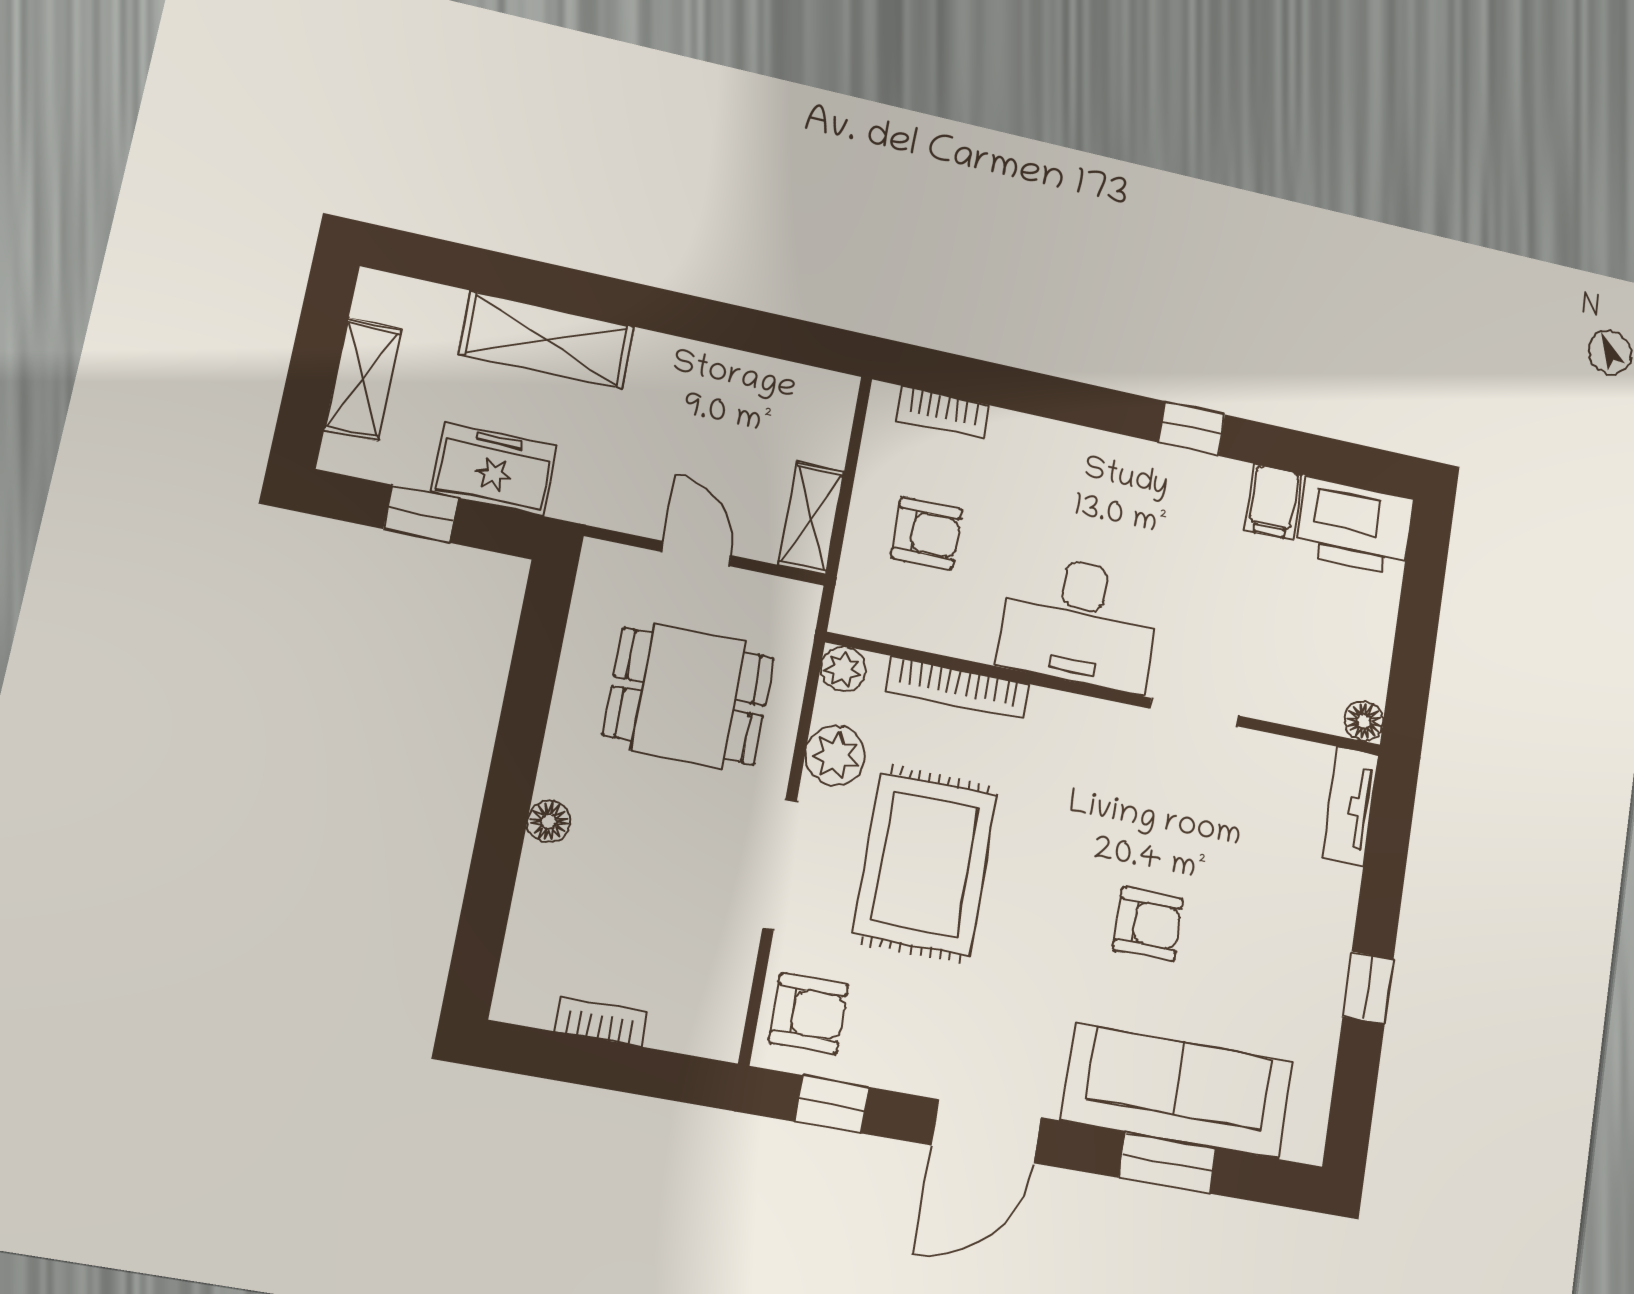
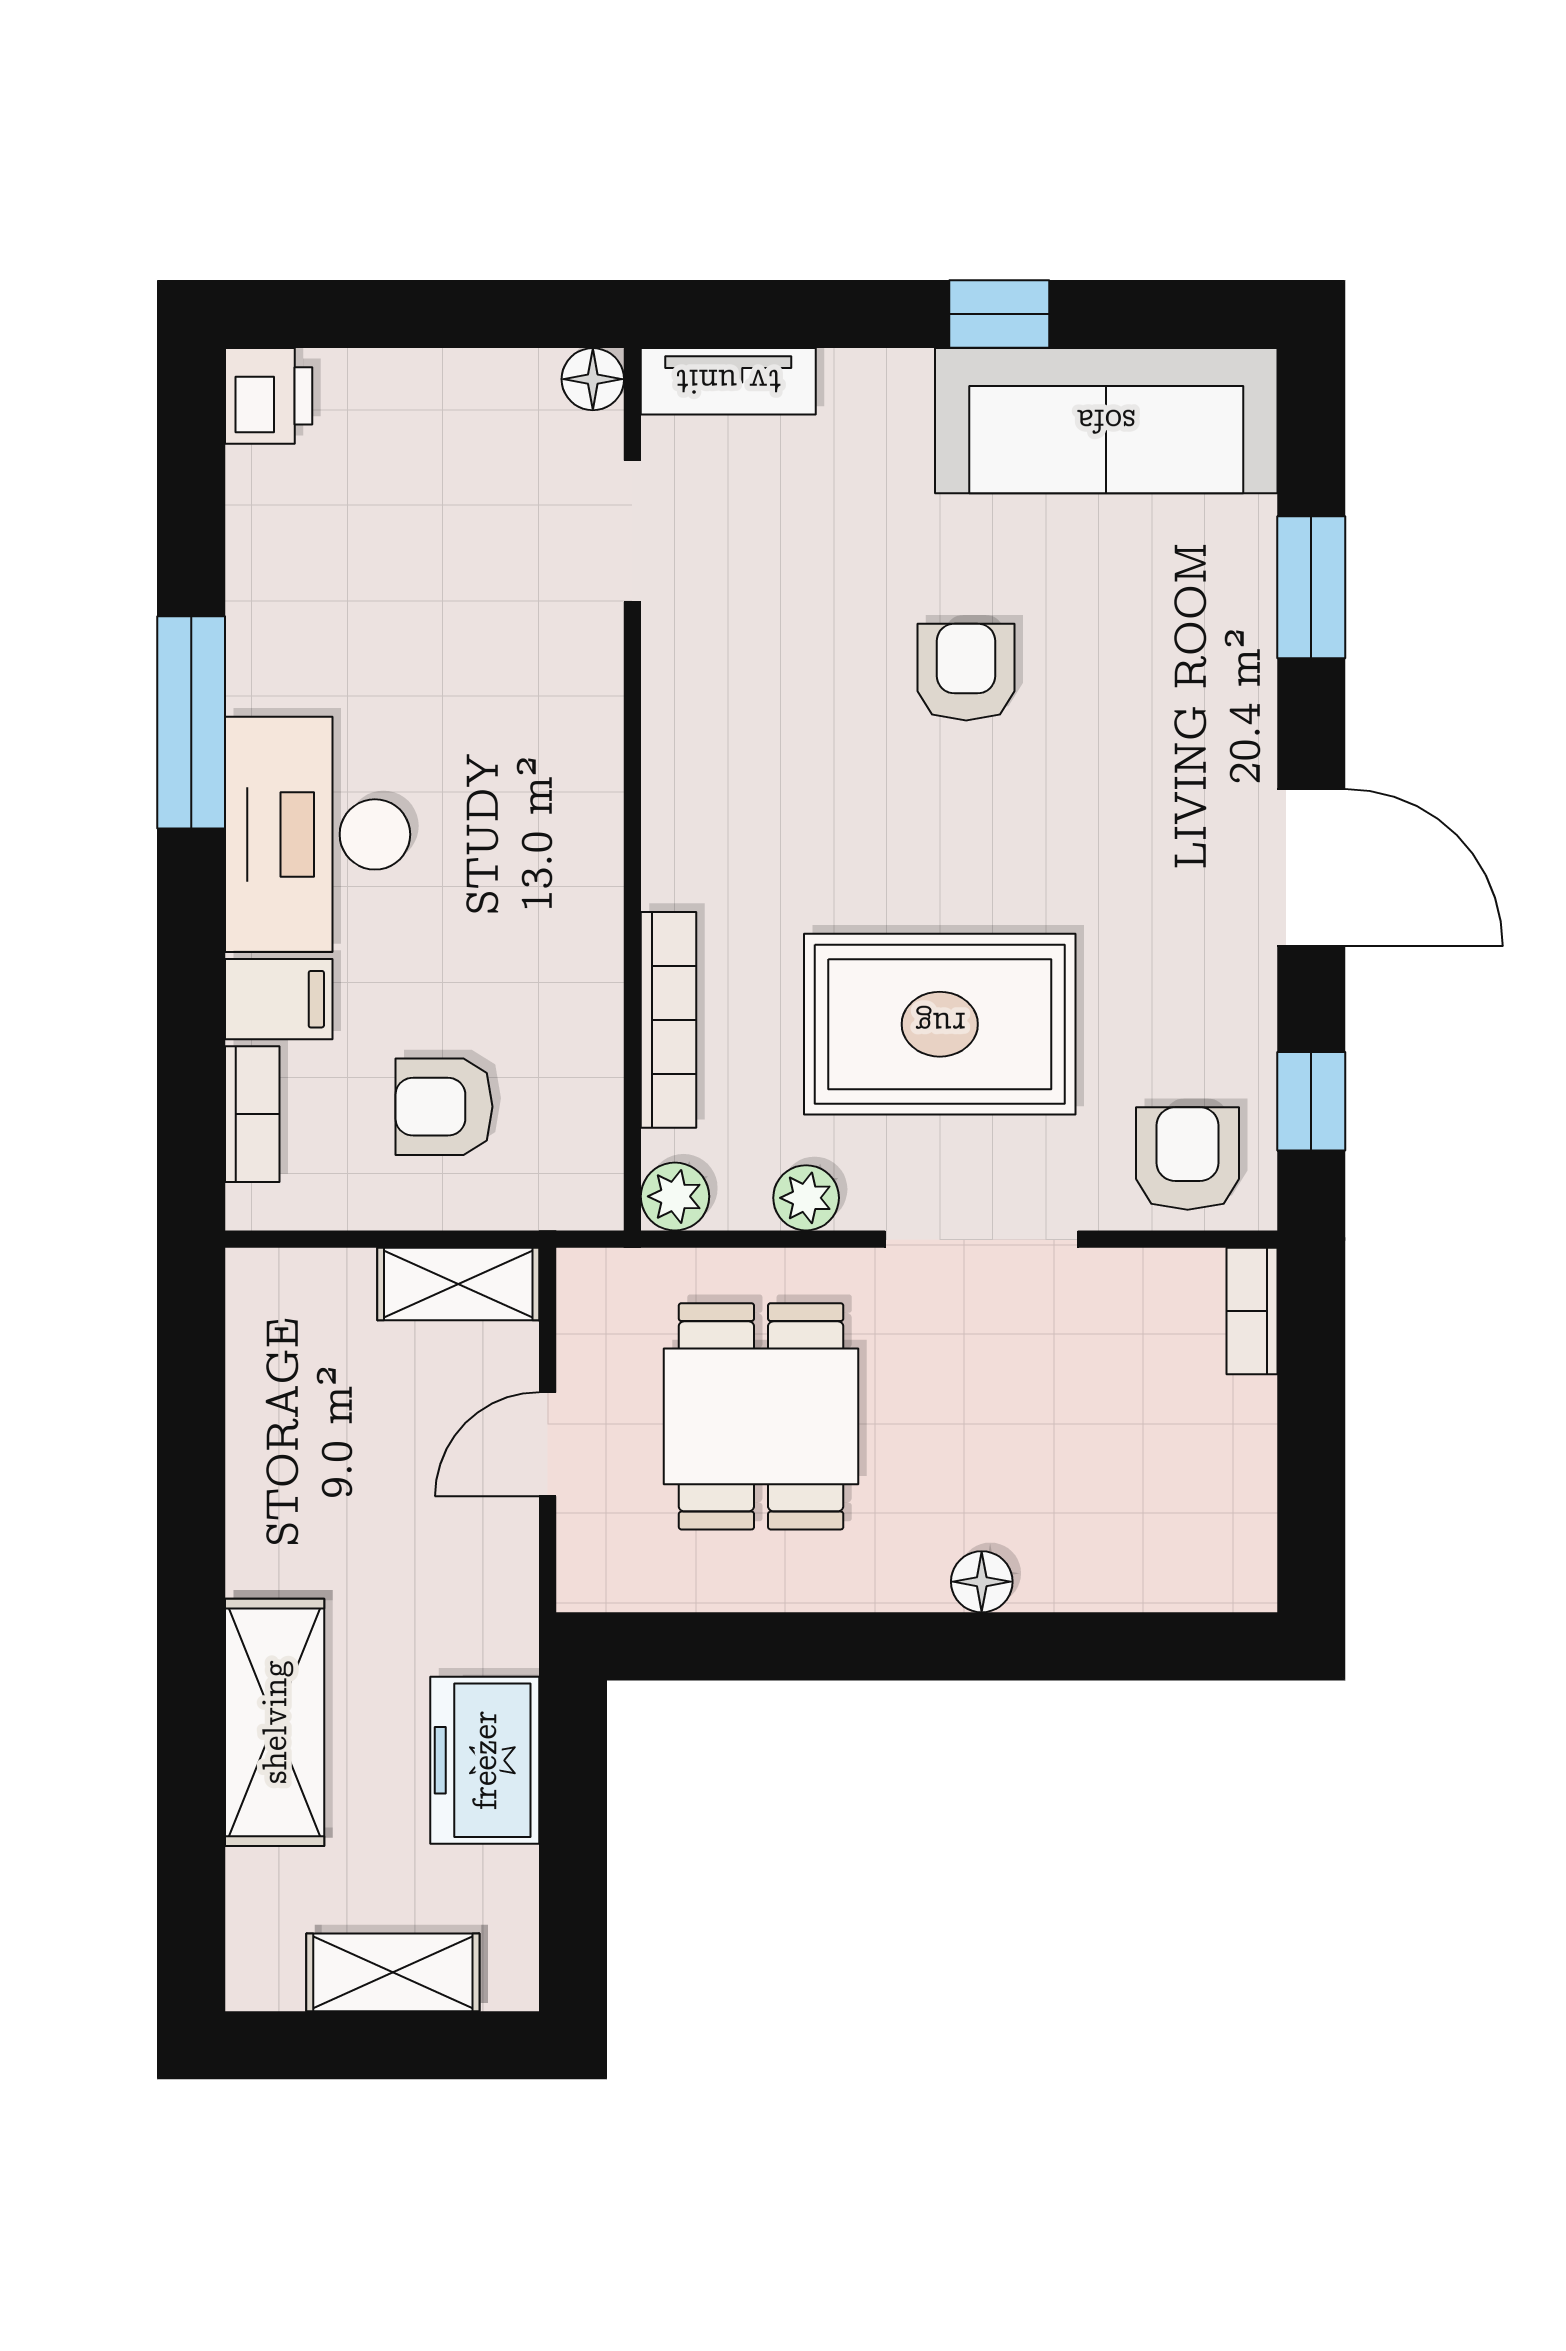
window: (1192, 428) -> (191, 722), width x2.17
filing cabinet: (1274, 502) -> (279, 999), moved
window: (421, 514) -> (573, 1851), removed
printer: (1355, 526) -> (269, 396), width x0.53, depth x0.68
armchair: (927, 533) -> (444, 1107), turned -90
desk: (1079, 623) -> (318, 834), moved, turned 180
doorway: (1194, 712) -> (632, 531), moved
plant: (835, 756) -> (806, 1198), width x0.73, depth x0.73
bookcase: (601, 1021) -> (1252, 1311), moved
sofa: (1177, 1091) -> (1106, 421), moved, turned -90

